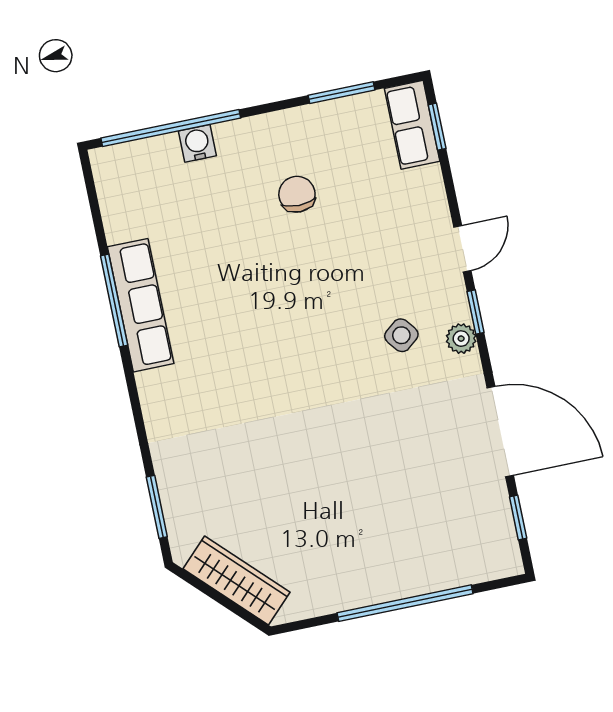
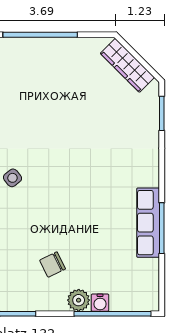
plant: (237, 140) -> (79, 300), added
chair: (297, 194) -> (53, 265), turned 64

